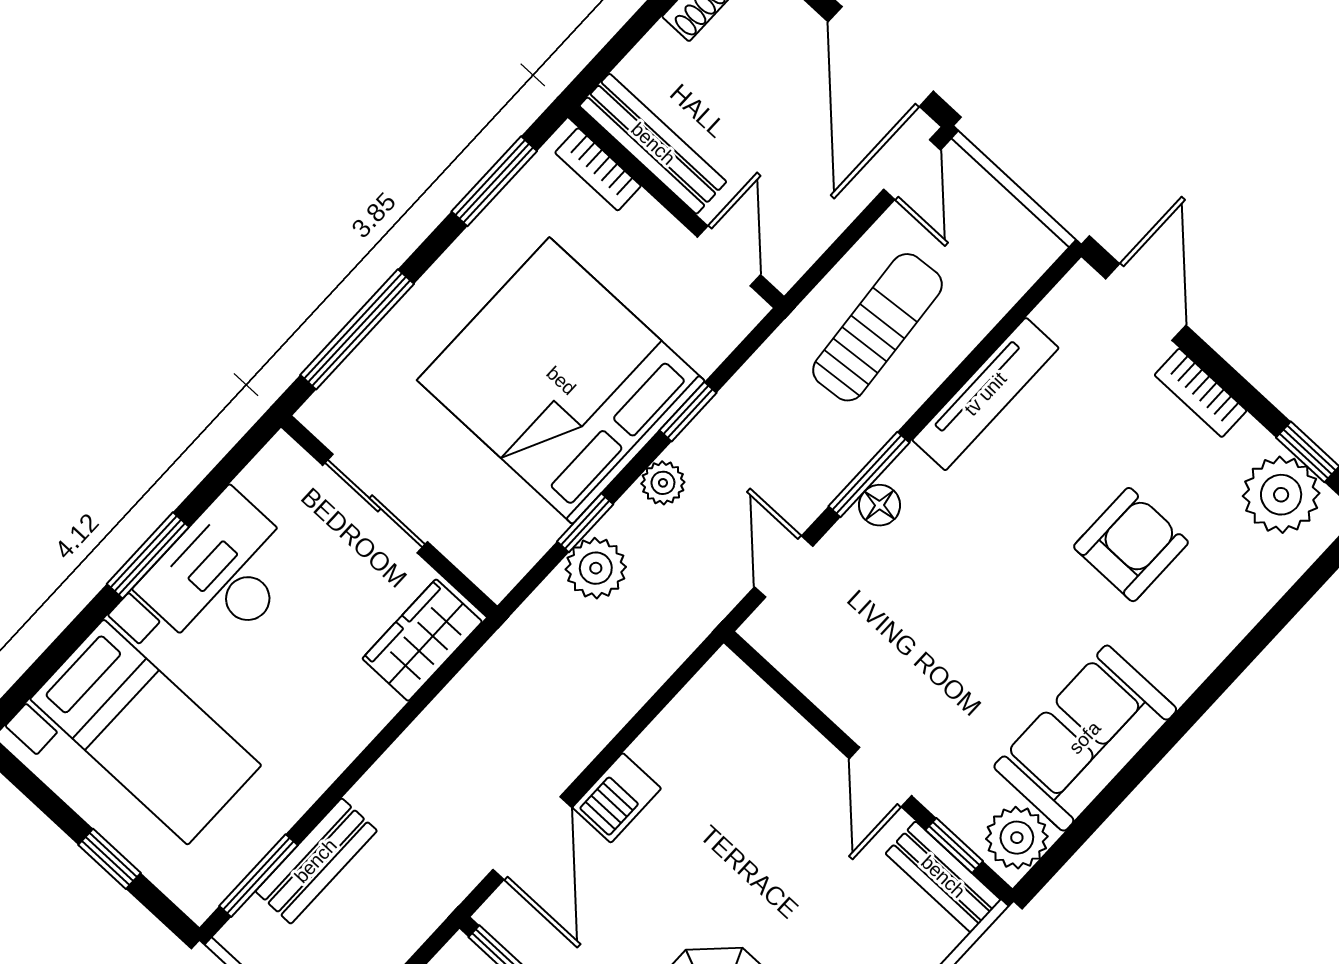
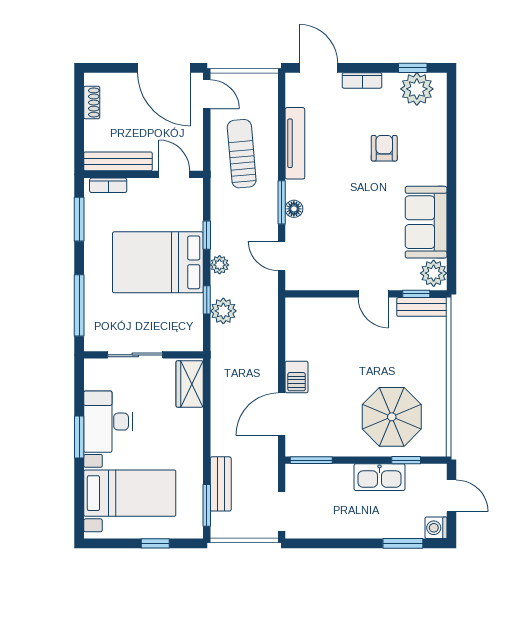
bed: (561, 381) -> (158, 262), width x0.73
armchair: (1131, 545) -> (384, 148), width x0.72, depth x0.72
door: (532, 838) -> (282, 414), swing flipped

